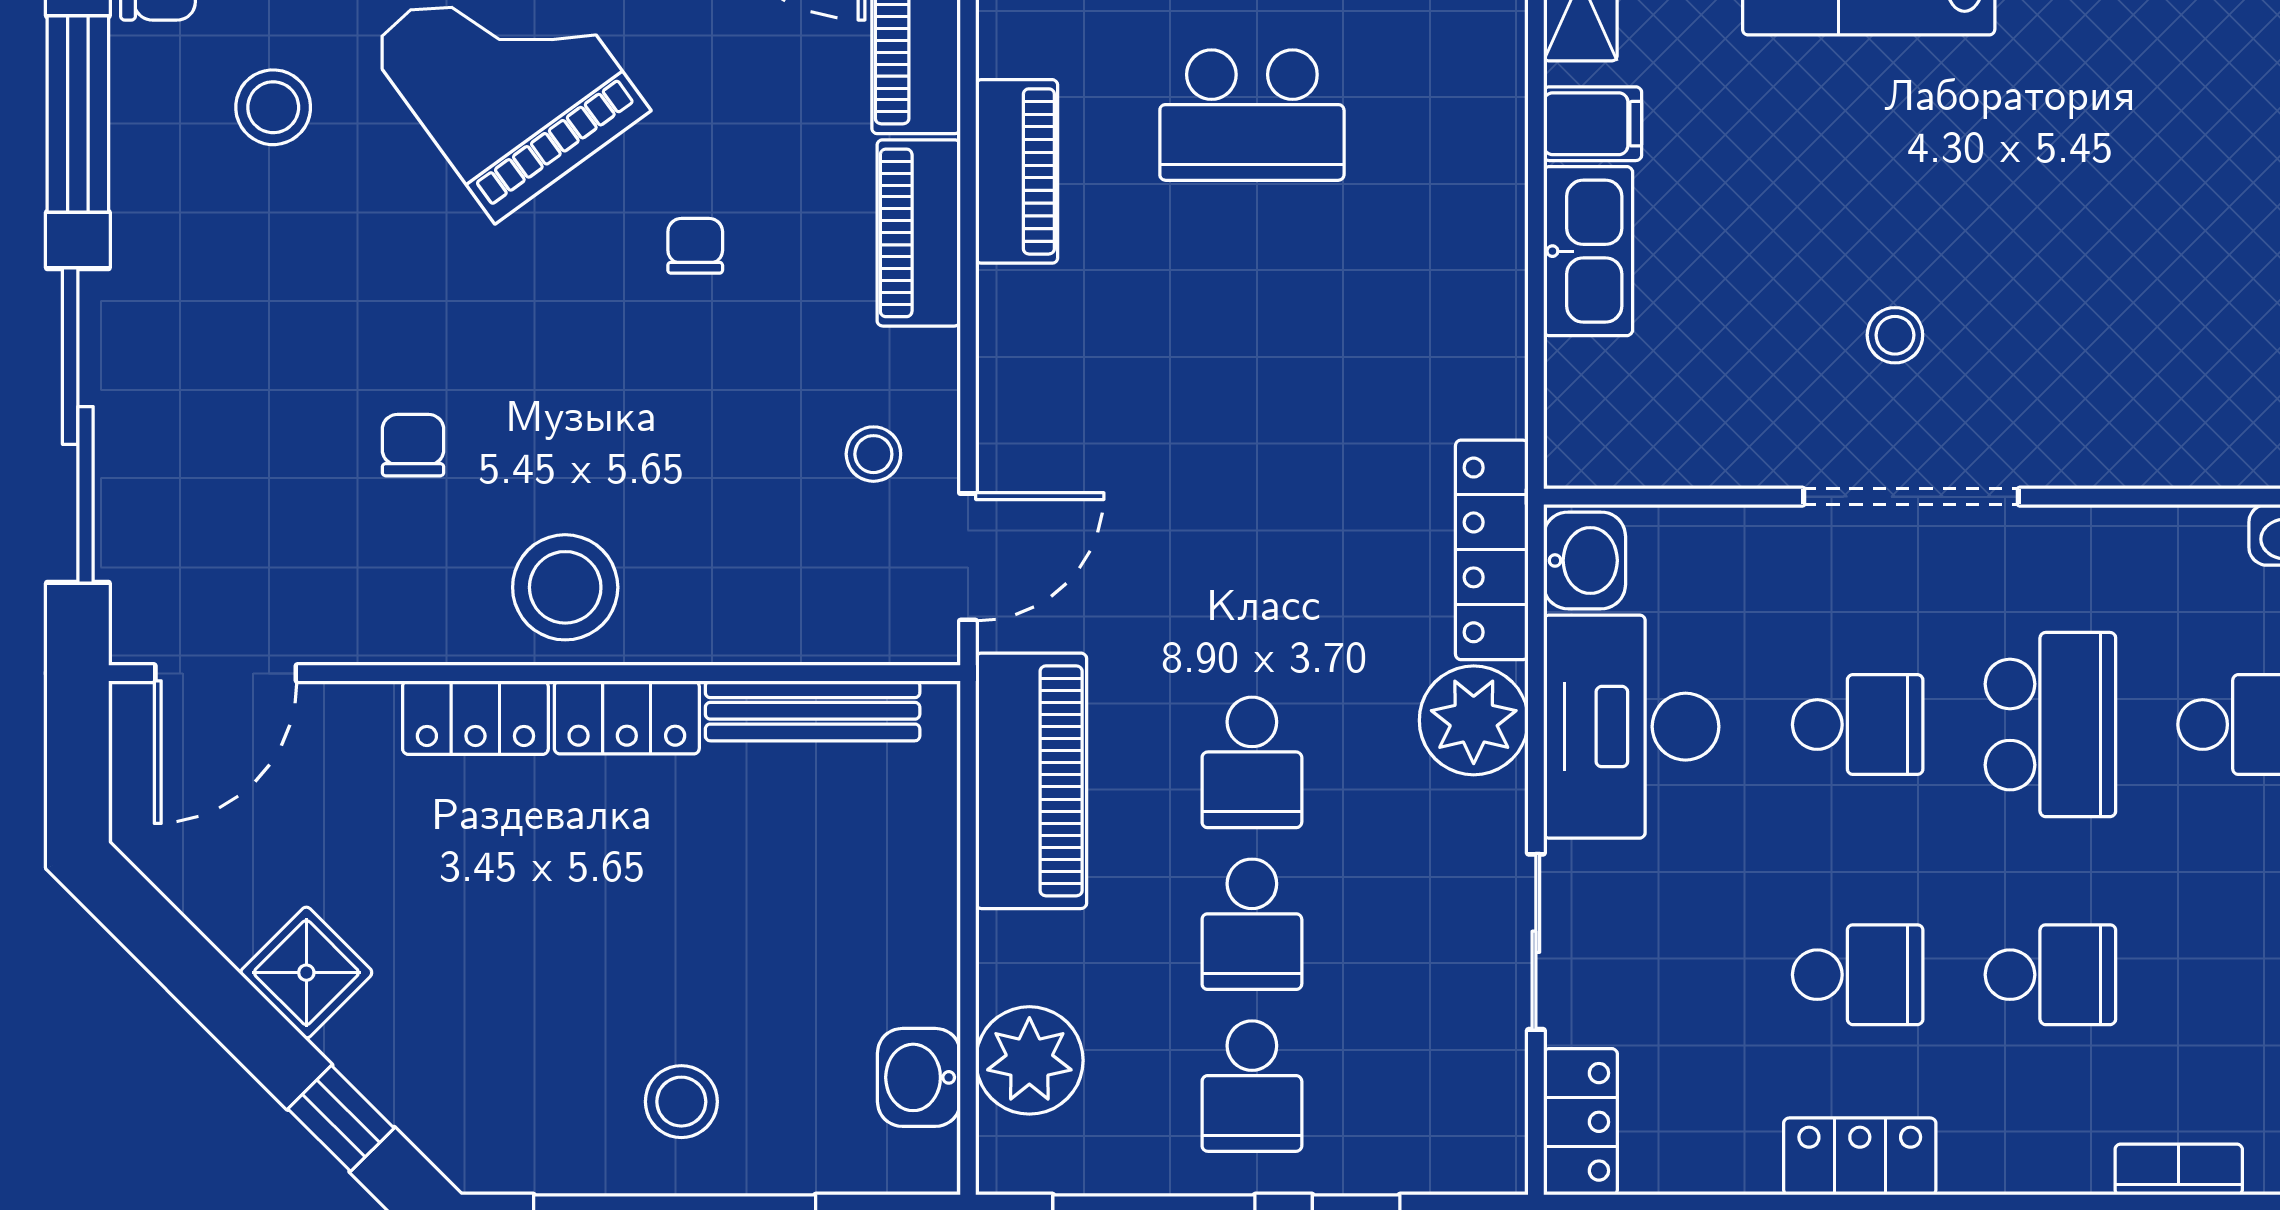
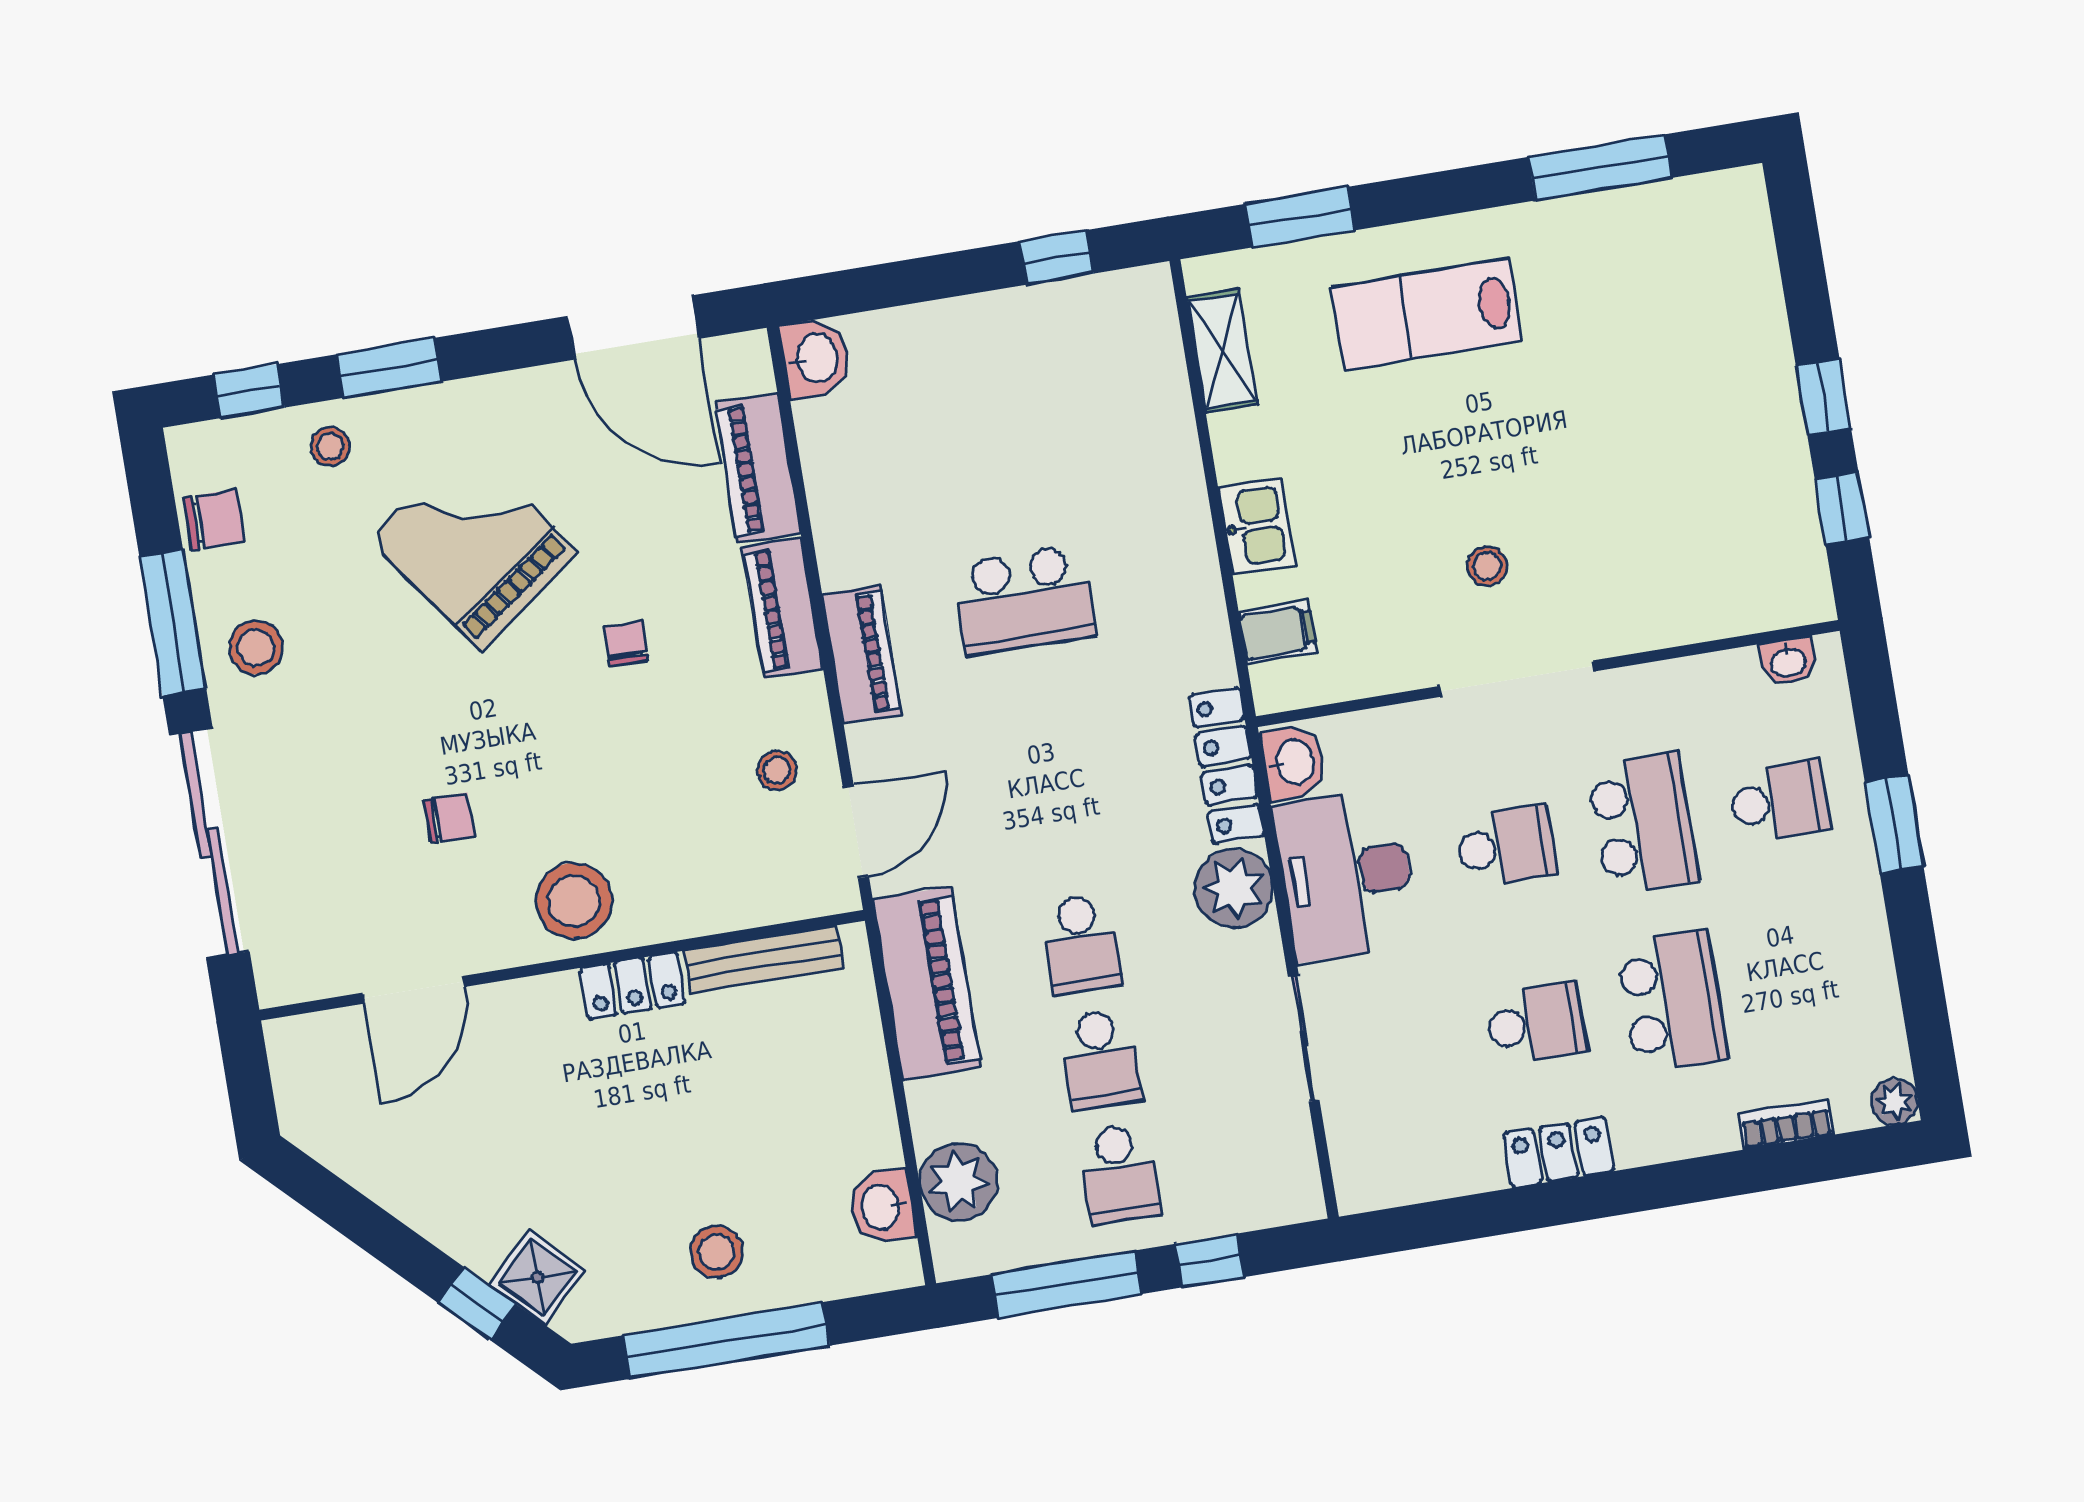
stool: (273, 107) -> (256, 647), moved
school desk: (1252, 115) -> (1024, 600), moved
filing cabinet: (1593, 124) -> (1278, 632), moved
piano: (1017, 171) -> (862, 655), moved
kitchen sink: (1588, 251) -> (1257, 526), width x0.73
chair: (413, 445) -> (449, 818), turned 90
door: (226, 673) -> (414, 990), moved
locker: (475, 718) -> (525, 1004), removed
shower: (306, 973) -> (537, 1277), moved
school desk: (2050, 975) -> (1672, 1001), width x1.85
locker: (1580, 1122) -> (1356, 1161), removed

